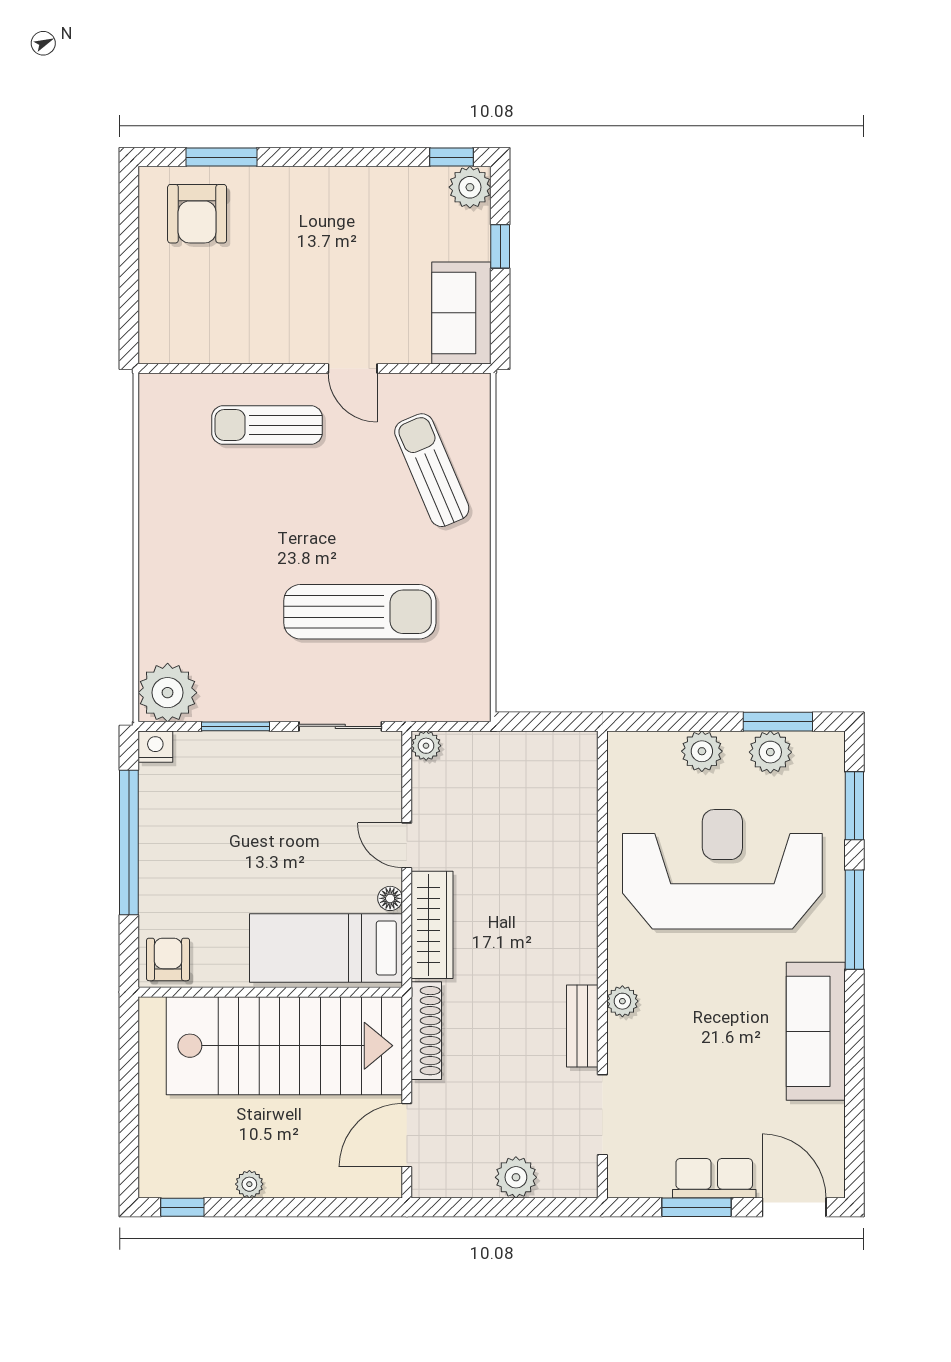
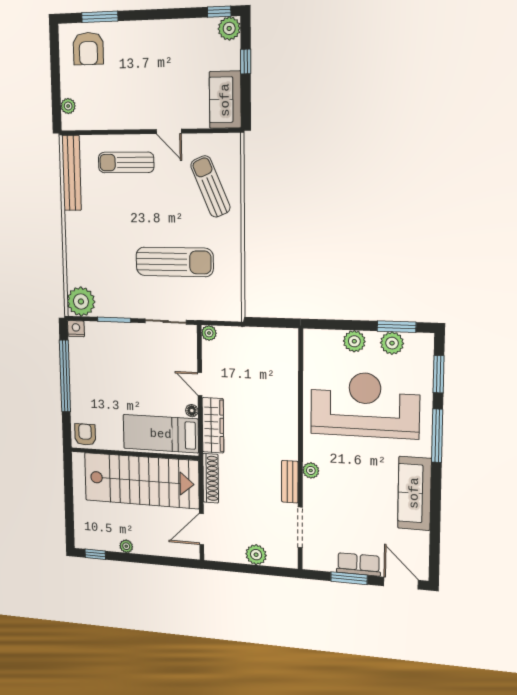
plant: (153, 318) -> (68, 106), added
bench: (156, 444) -> (72, 173), added

